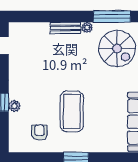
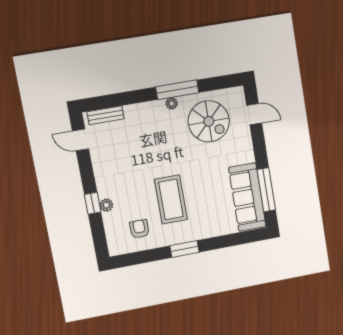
window: (112, 16) -> (177, 90), moved
bench: (65, 28) -> (106, 115), moved

